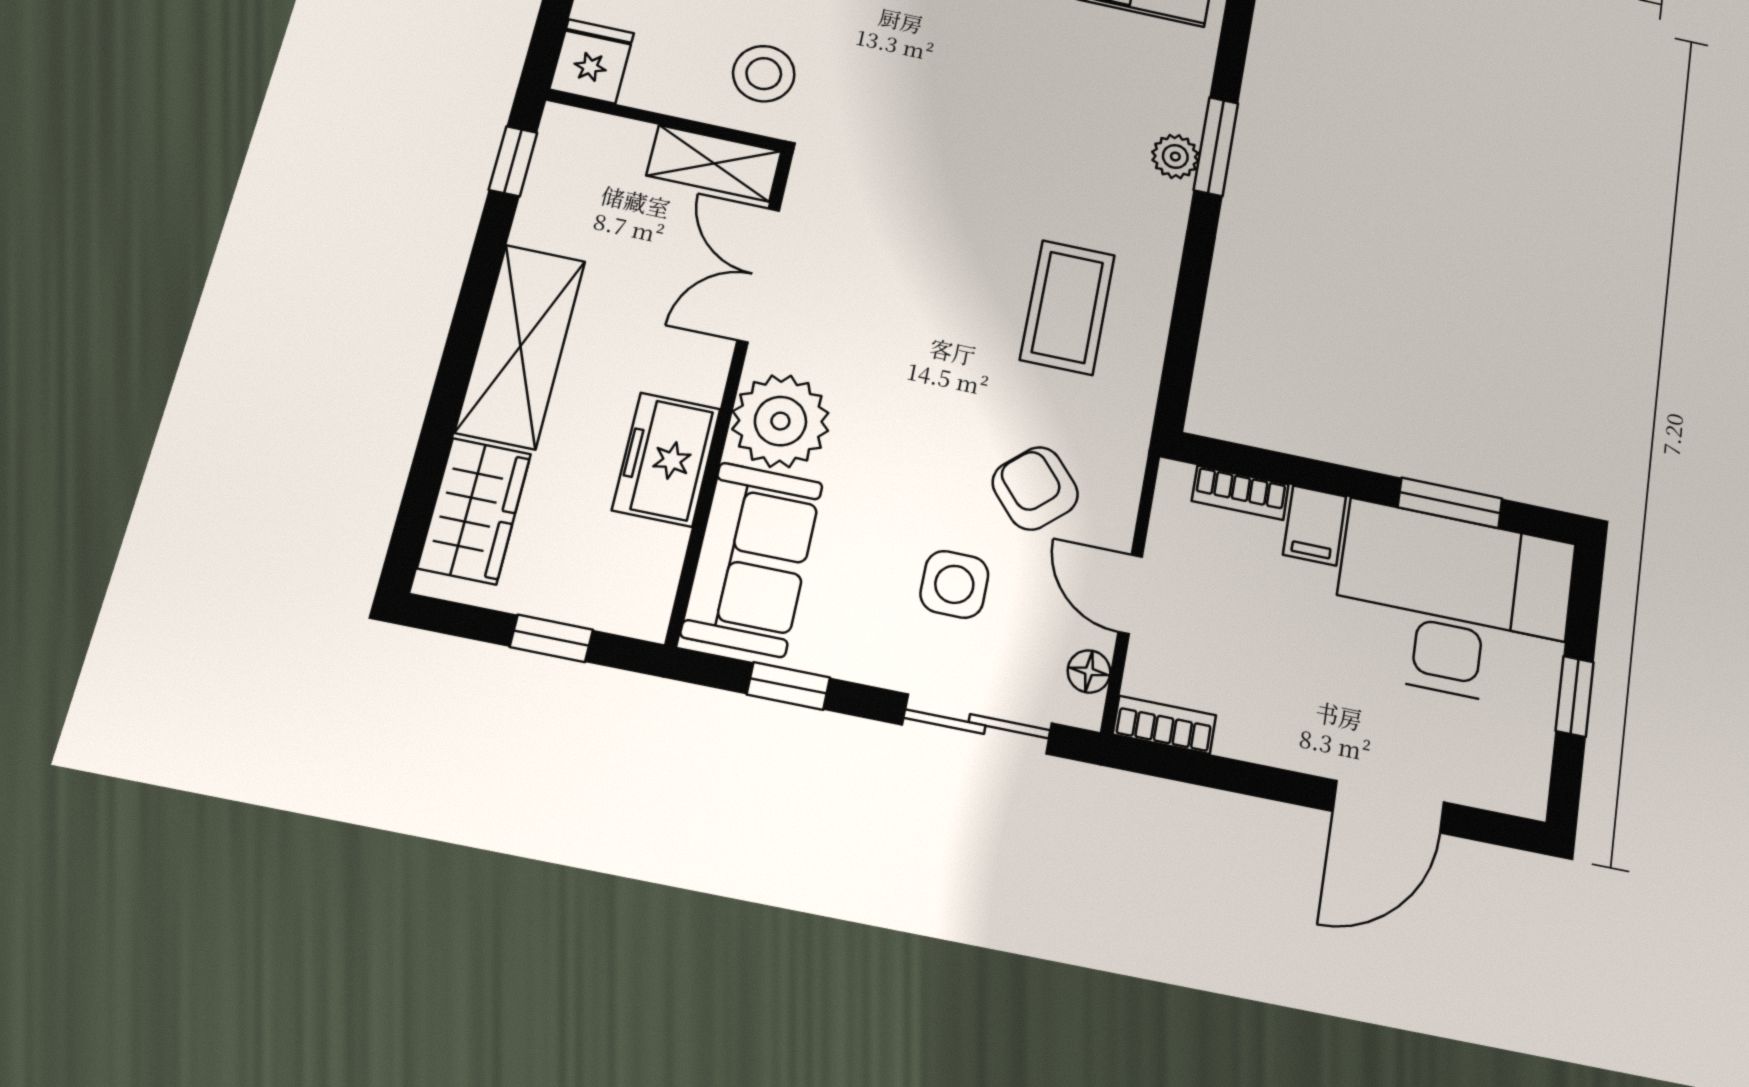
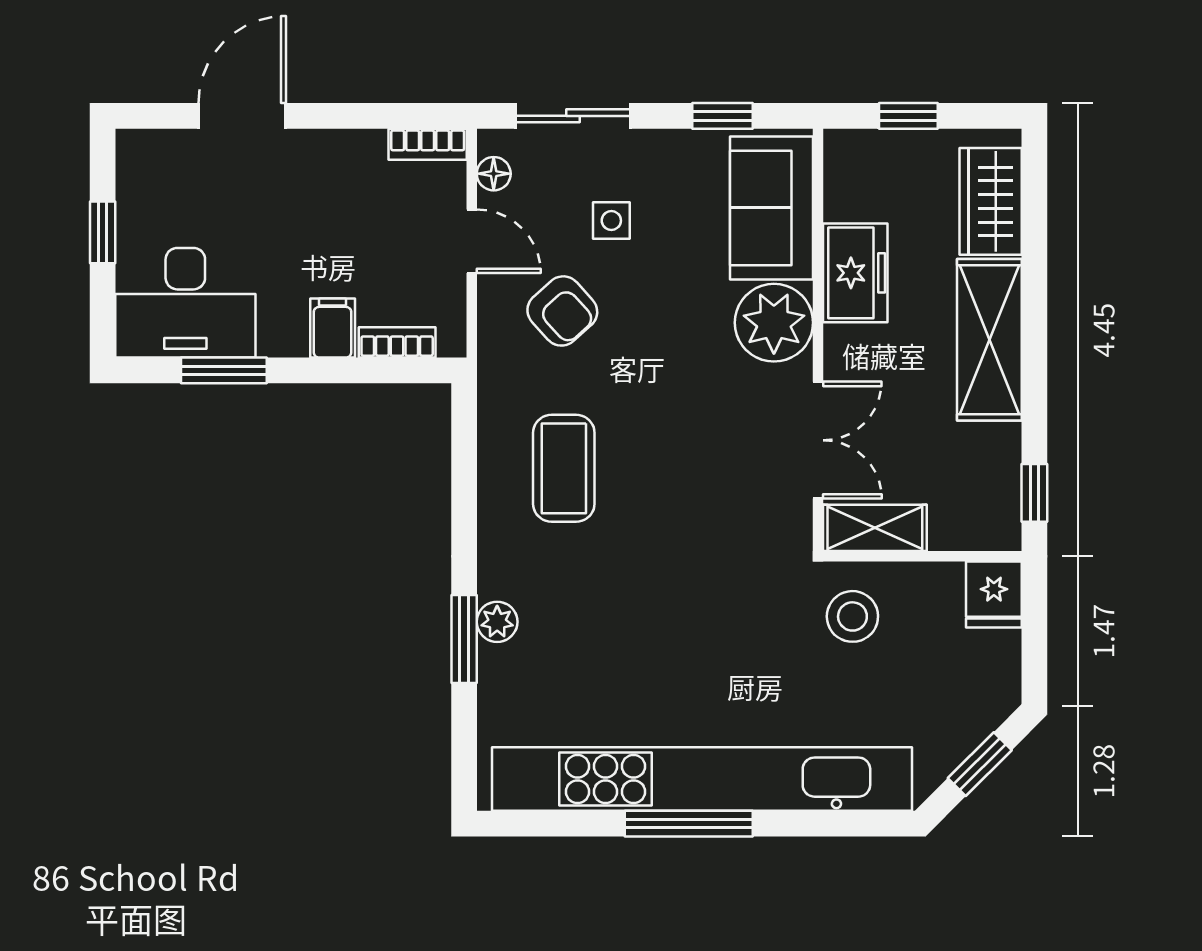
side table: (954, 584) -> (611, 221), width x0.73, depth x0.73
desk: (1453, 605) -> (185, 303), width x0.73, depth x0.77

